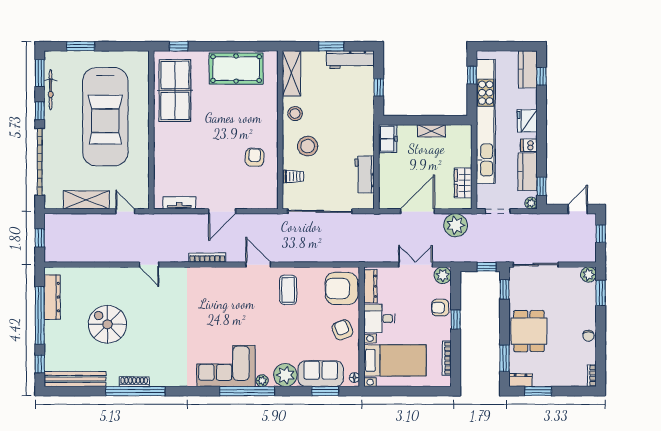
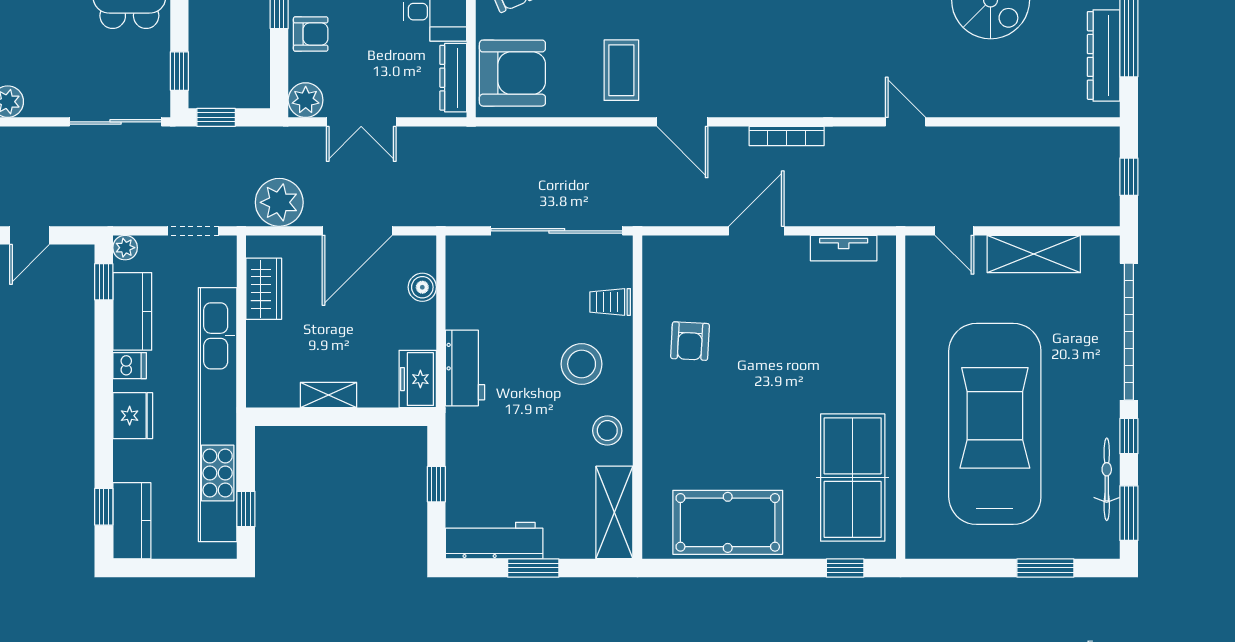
workbench: (365, 175) -> (465, 368), moved
boiler: (386, 184) -> (422, 287), added

